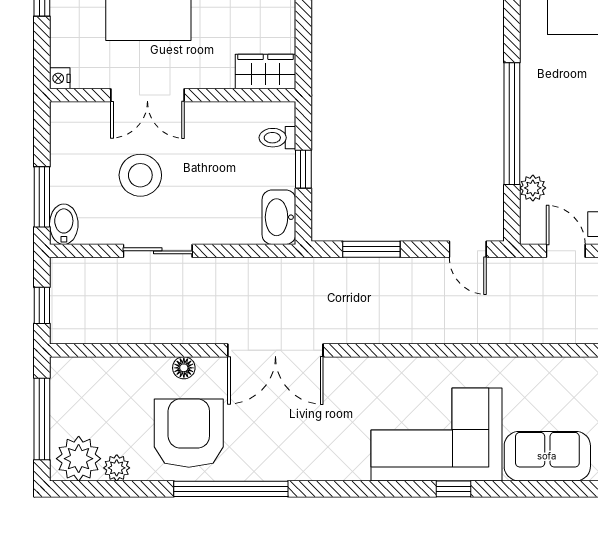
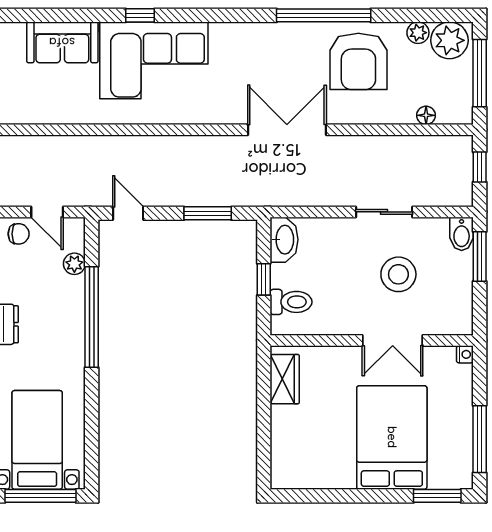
wardrobe: (266, 72) -> (285, 379), moved, turned -90
double door: (147, 95) -> (393, 340), swing flipped
toilet: (277, 138) -> (291, 302), width x1.37, depth x1.39
floor lamp: (184, 368) -> (426, 115), moved

